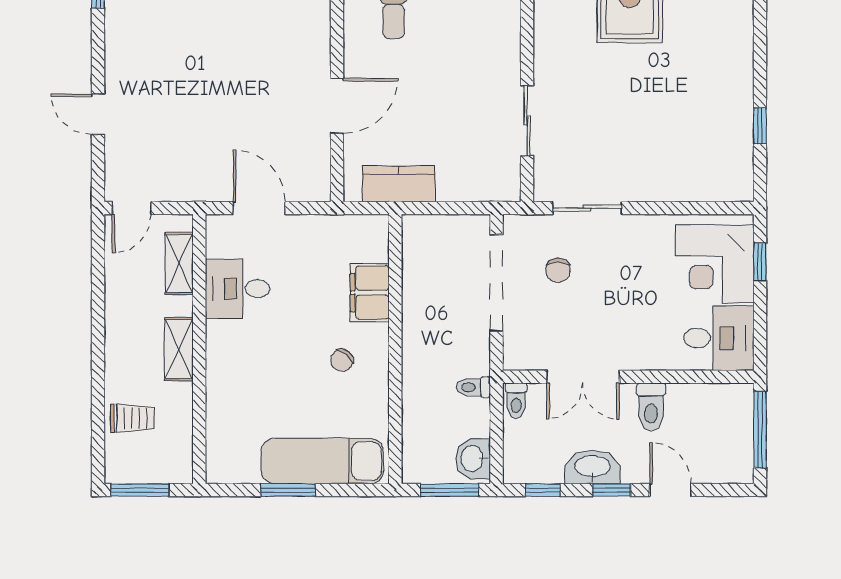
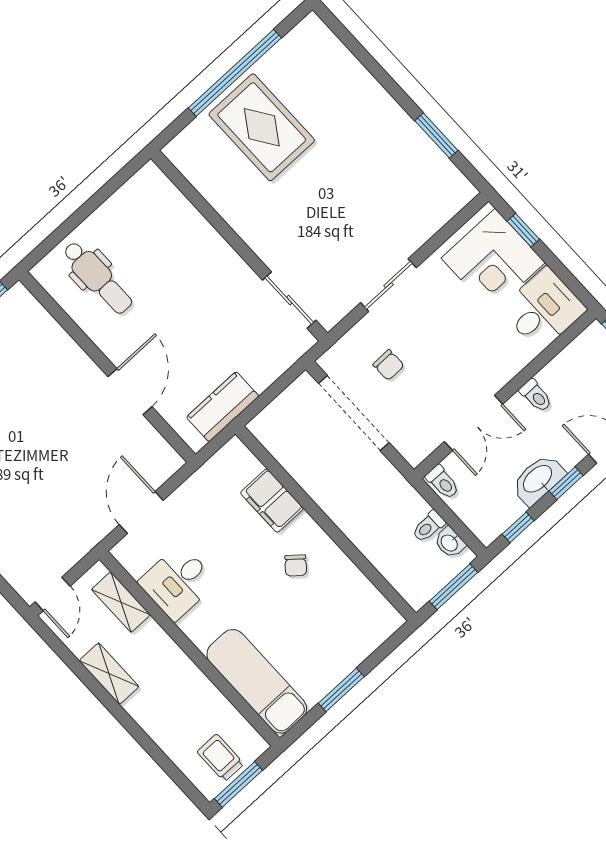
sliding door: (527, 121) -> (289, 300), moved
window: (760, 126) -> (436, 136), width x1.50
door: (259, 208) -> (141, 512), hinge flipped
sliding door: (587, 208) -> (388, 285), moved
shelving: (179, 349) -> (109, 674), moved
toilet: (473, 387) -> (429, 527), moved
toilet: (651, 407) -> (536, 396), width x0.73, depth x0.72
trolley: (133, 418) -> (221, 758), moved, turned -90
washbasin: (473, 459) -> (450, 543), width x0.72, depth x0.69
exam couch: (322, 461) -> (257, 681), moved, turned 90

